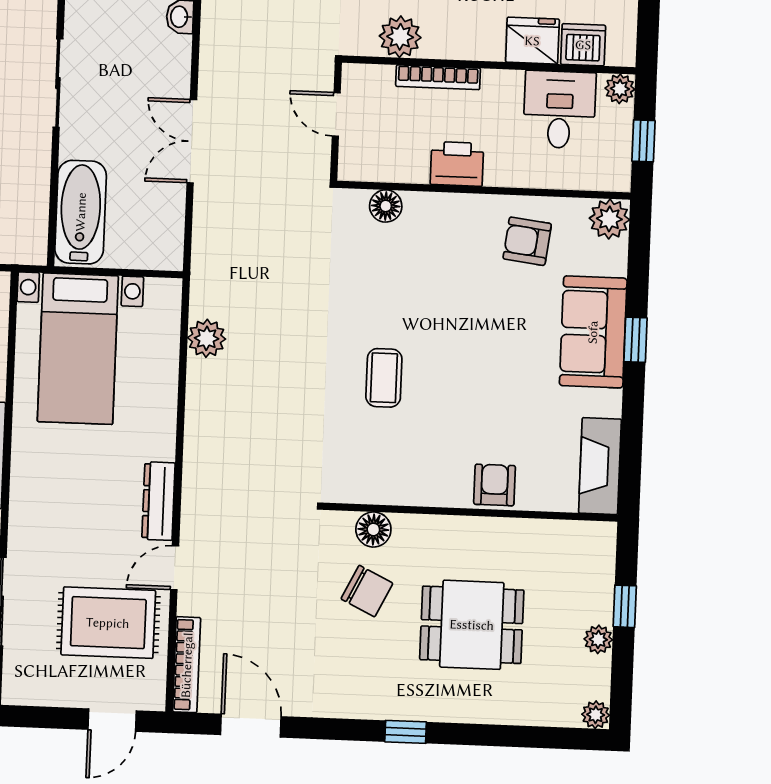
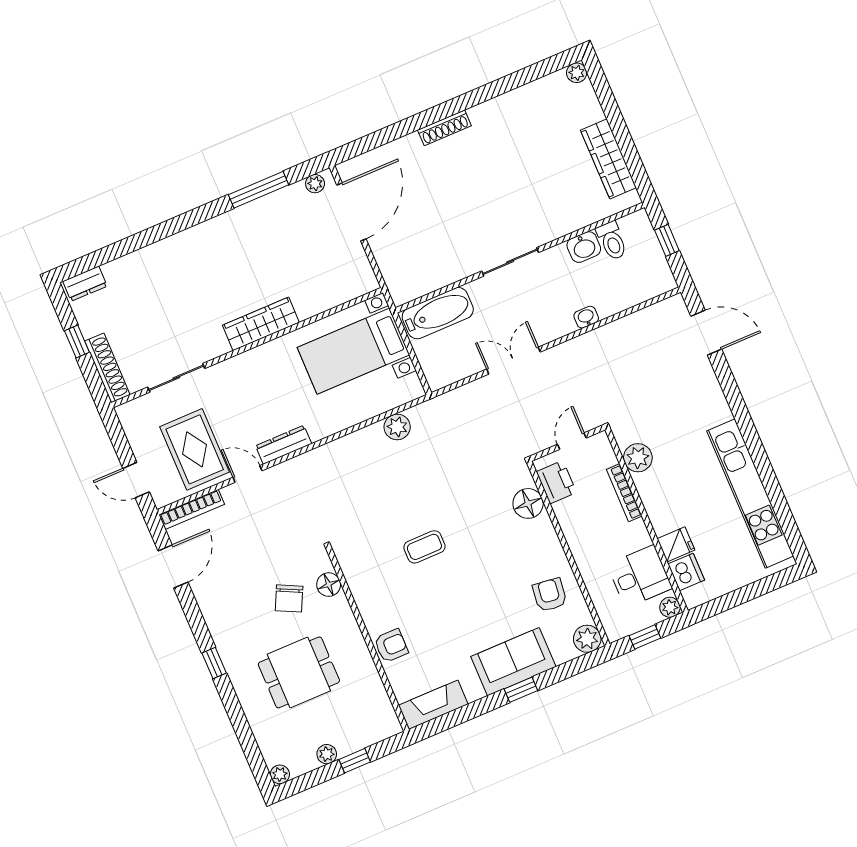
fridge: (532, 41) -> (676, 544), width x0.72
printer: (457, 164) -> (556, 482), moved
floor lamp: (386, 206) -> (528, 503), width x1.38, depth x1.38
dining table: (472, 625) -> (299, 672), turned 90

